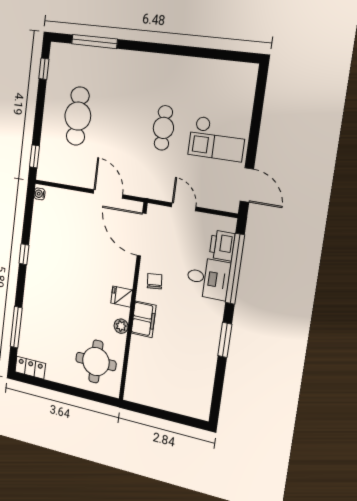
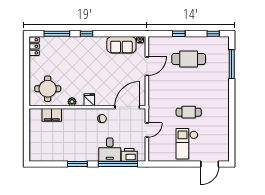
window: (34, 156) -> (179, 34), moved
door: (247, 185) -> (210, 164), moved
door: (108, 194) -> (147, 66), moved
sofa: (43, 226) -> (121, 45), added
window: (24, 254) -> (86, 34), moved
filing cabinet: (144, 319) -> (52, 115), moved

